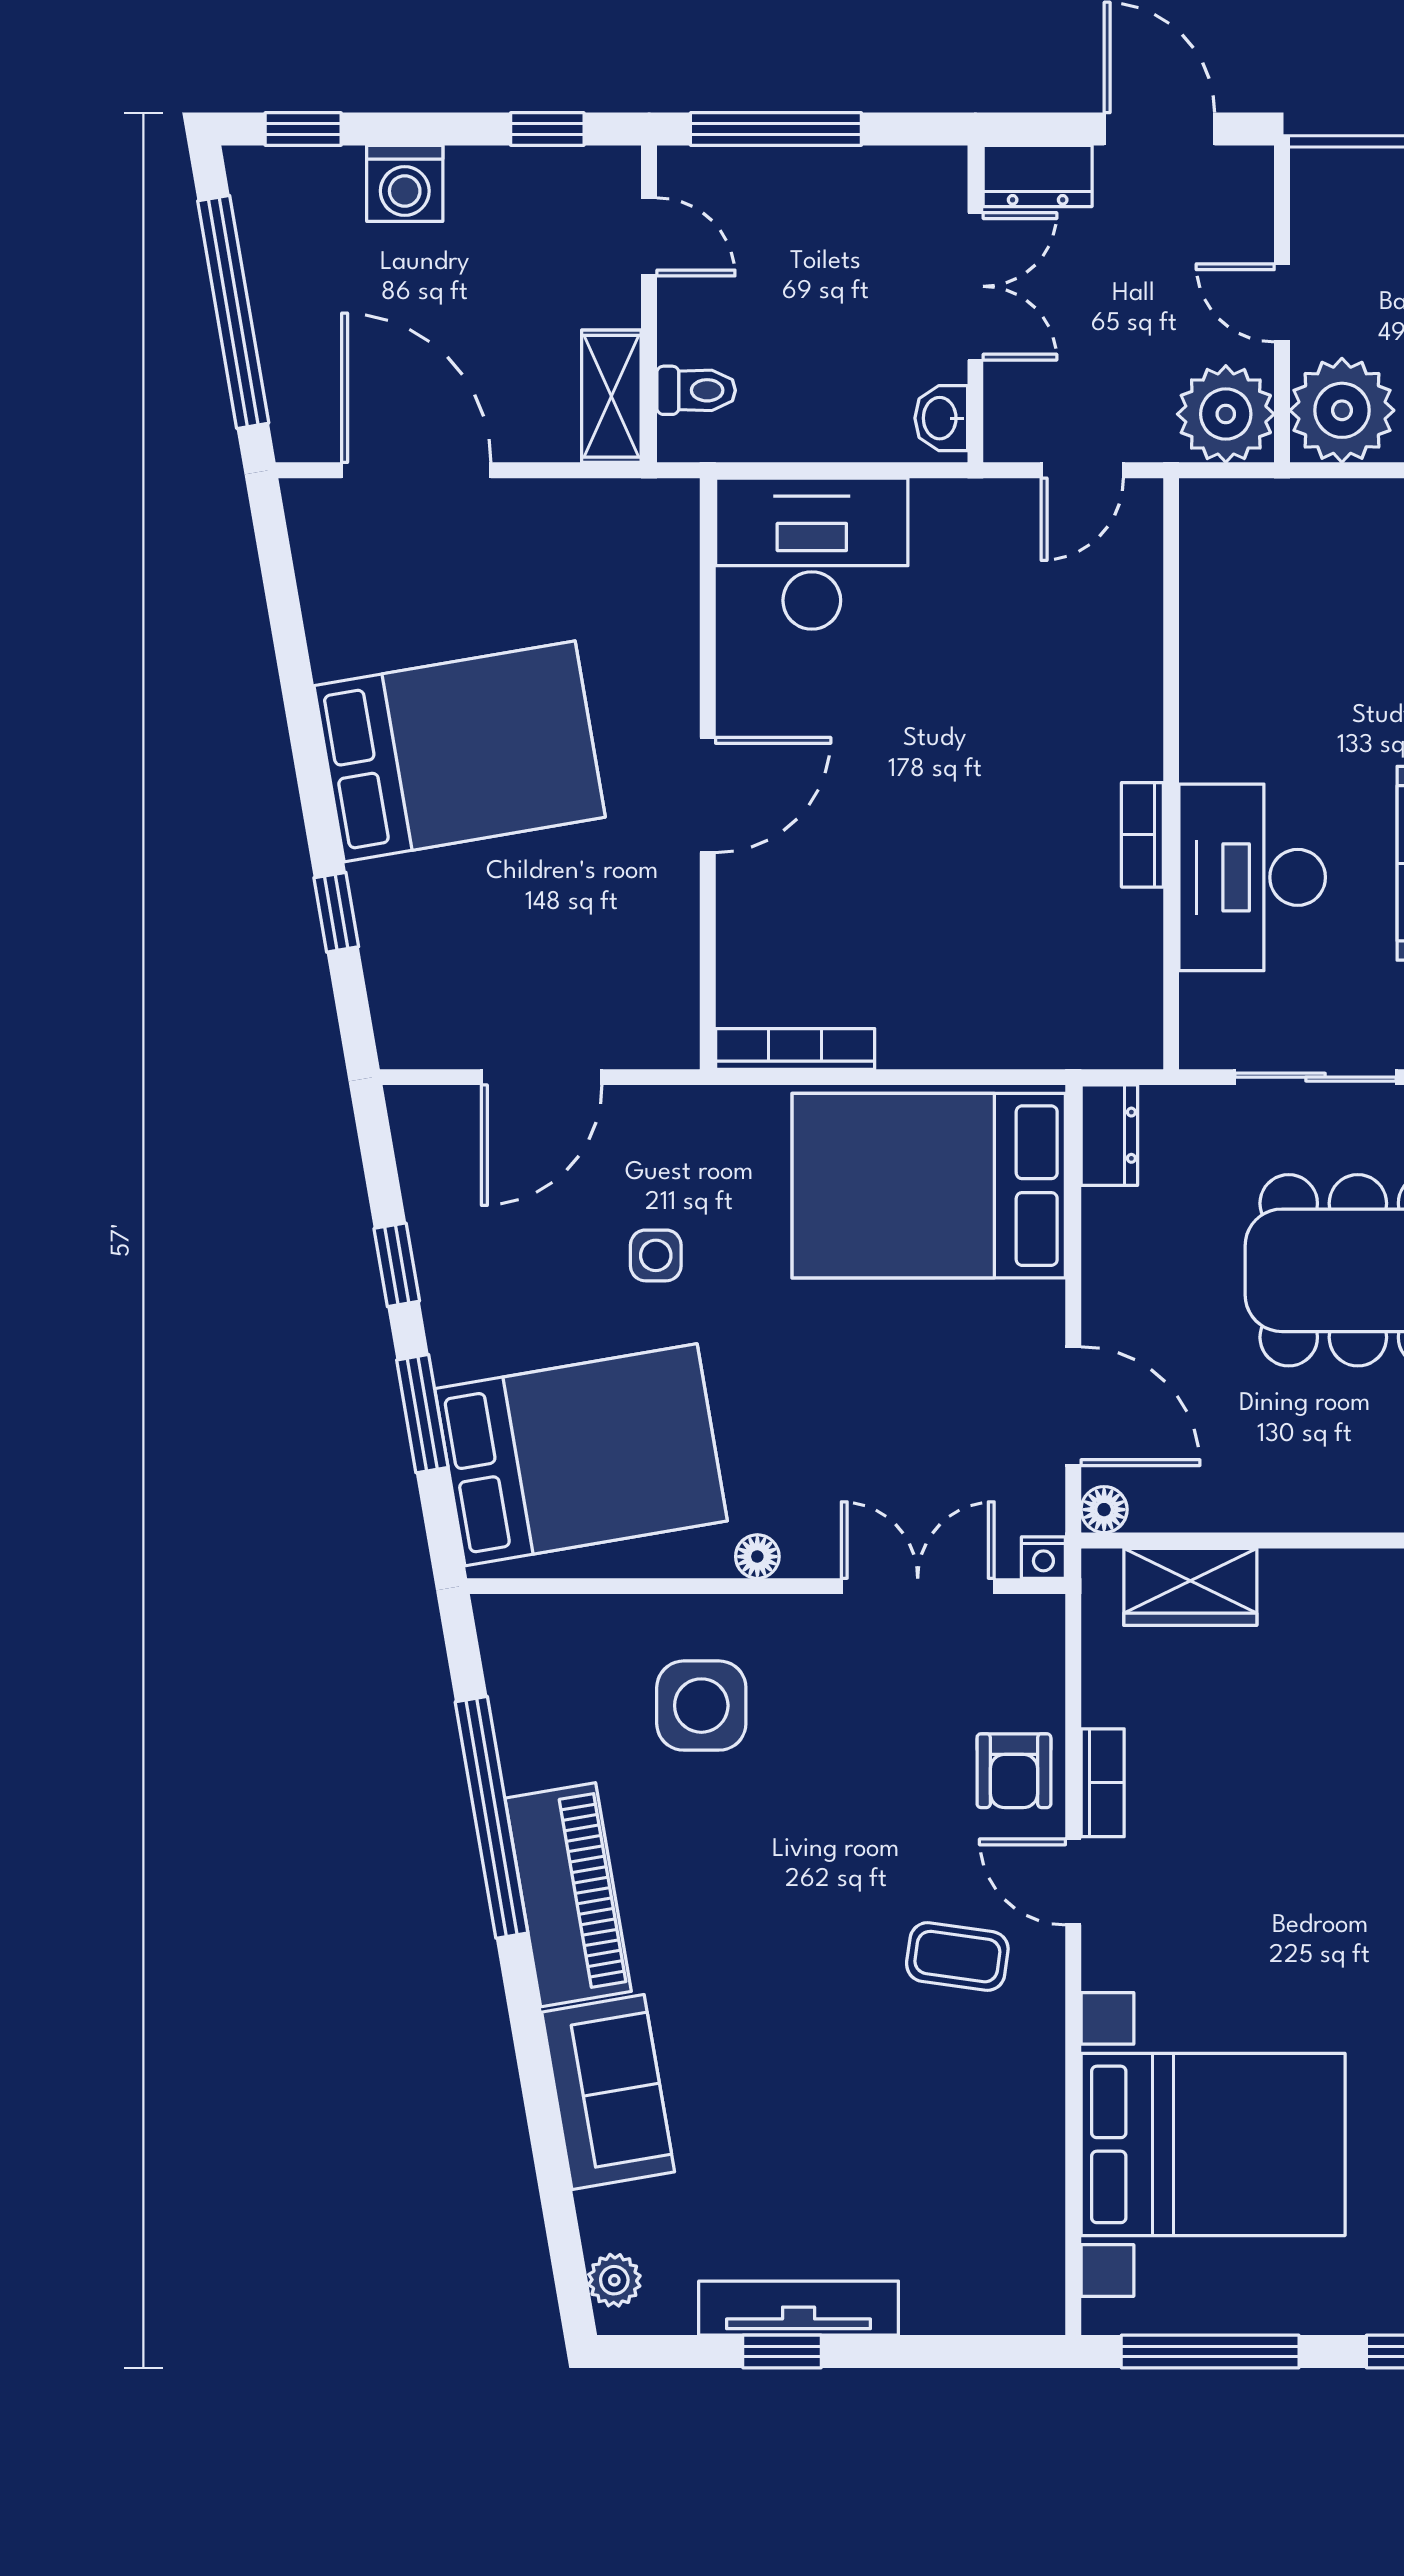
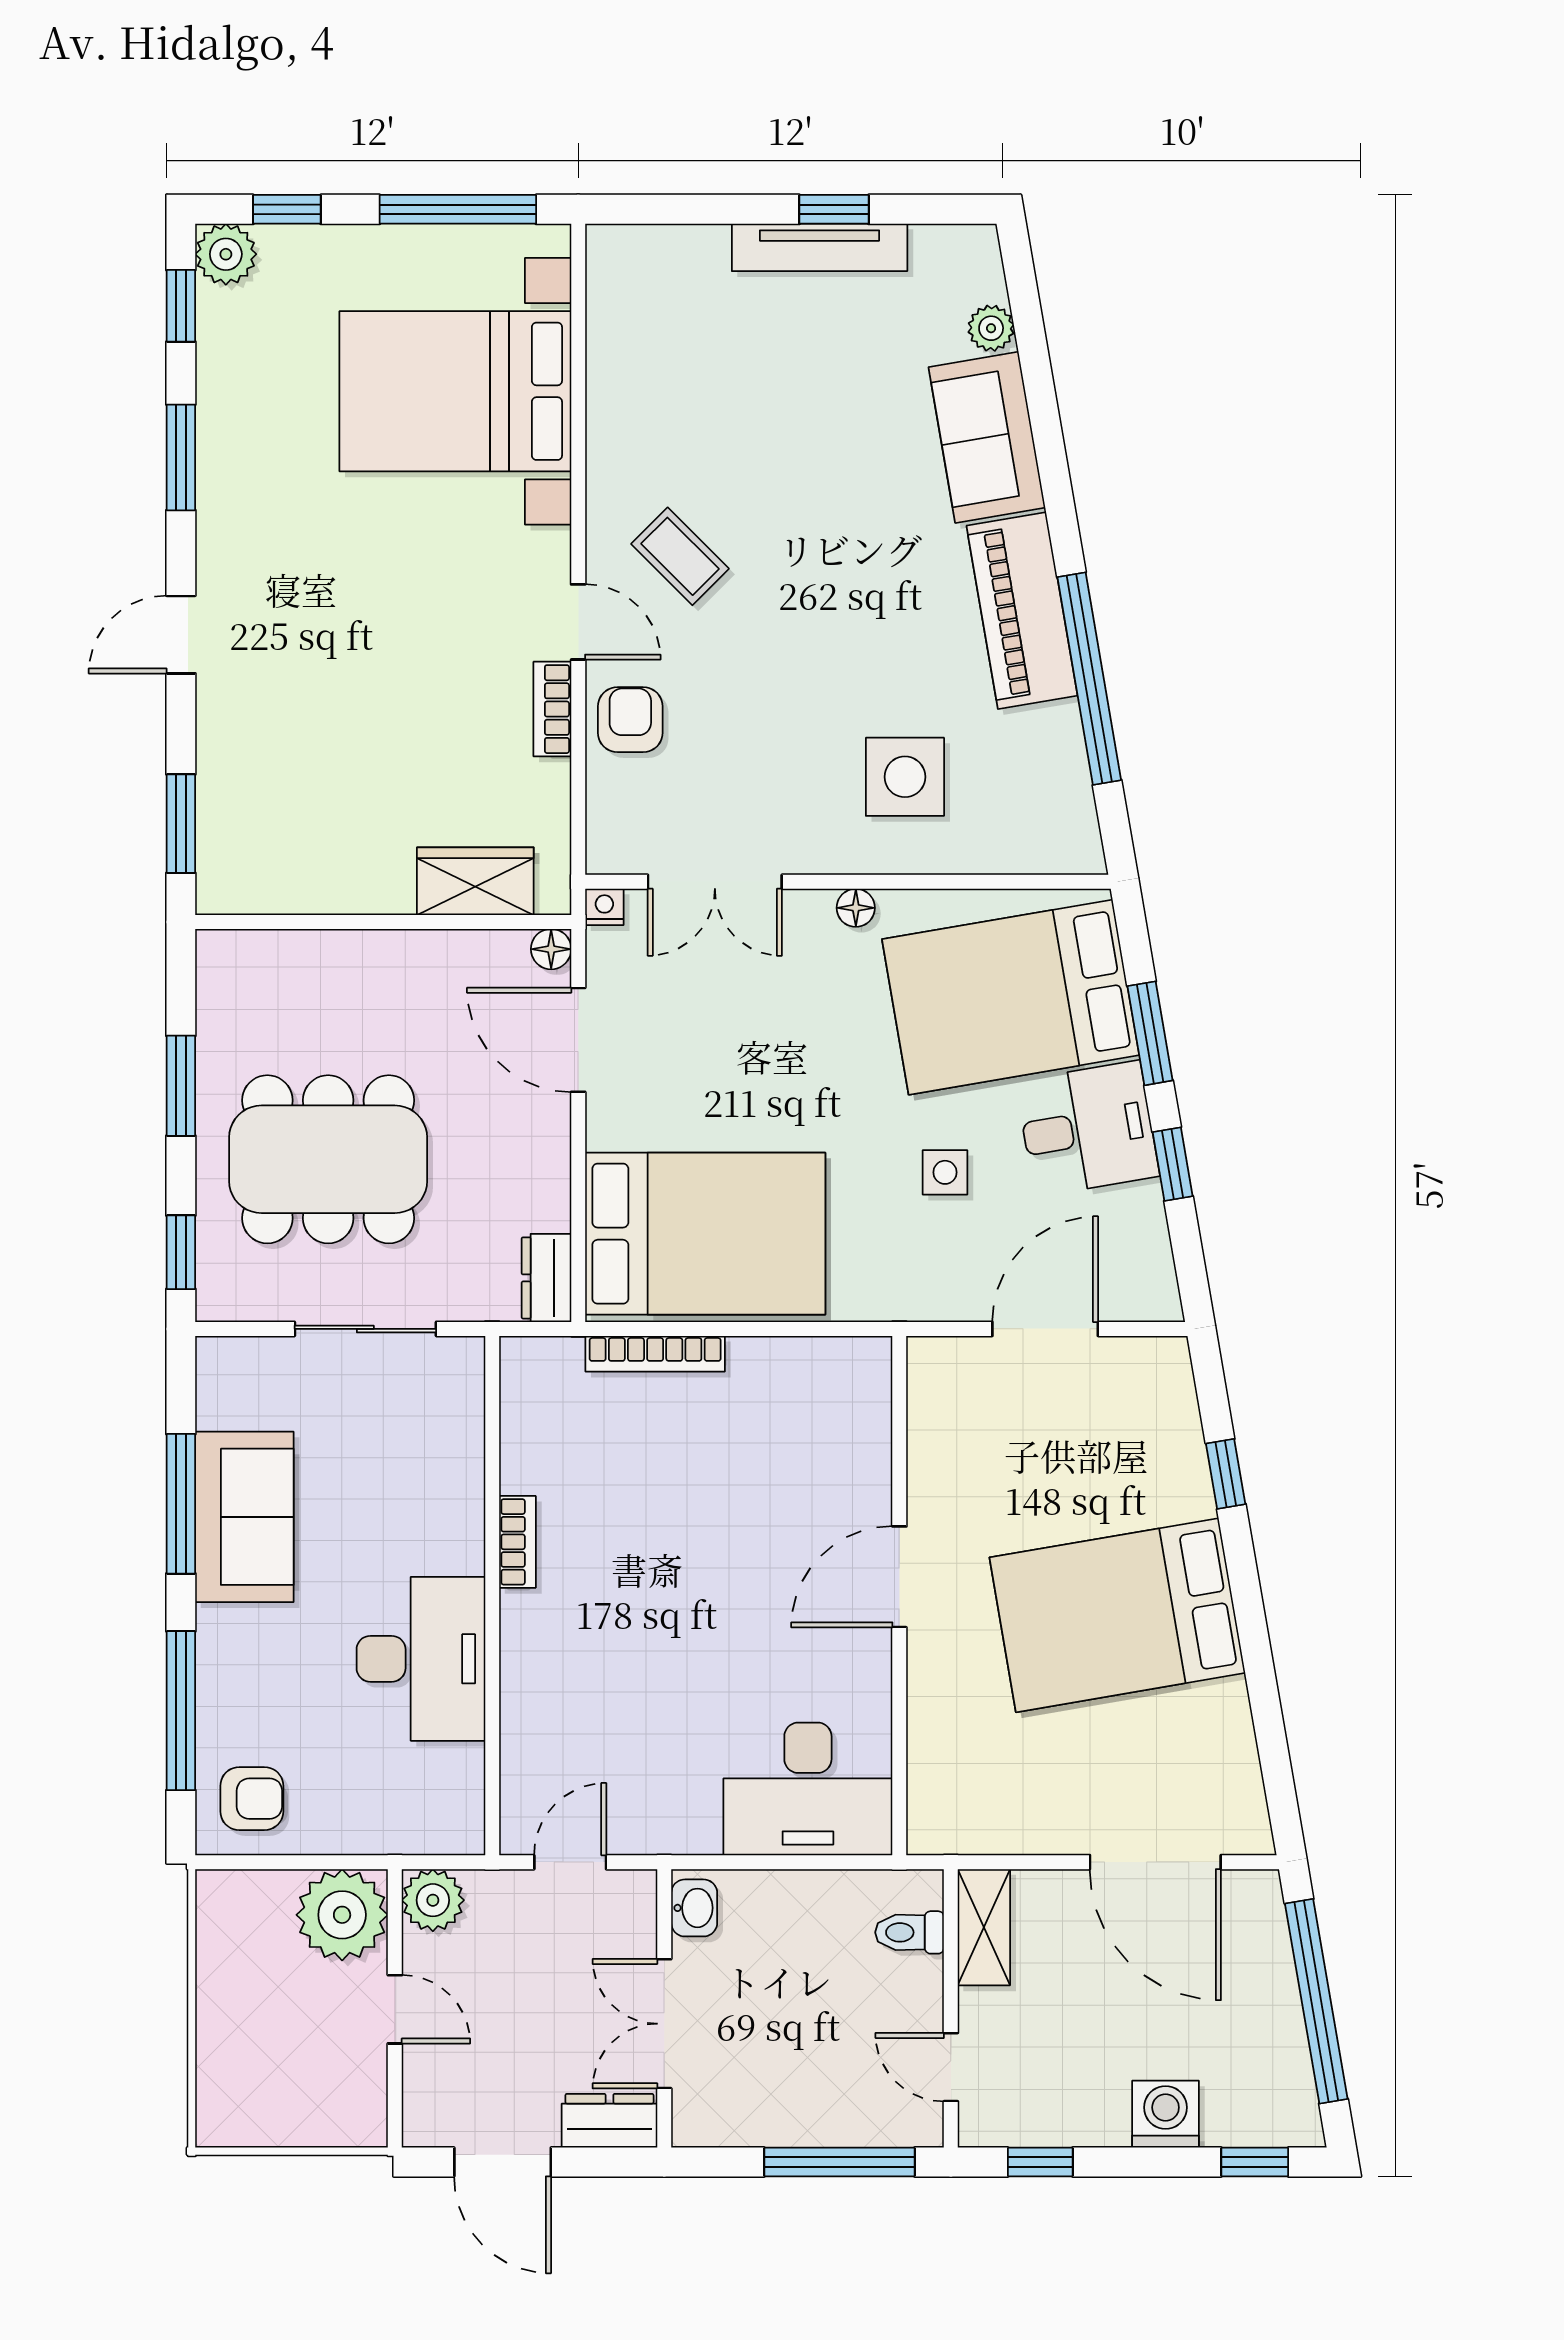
plant: (1226, 414) -> (433, 1900), width x0.73, depth x0.73
desk: (1252, 877) -> (421, 1659), moved
bookcase: (795, 1049) -> (655, 1354), moved
desk: (494, 1305) -> (1087, 1129), added
coffee table: (957, 1957) -> (680, 556), turned 37
plant: (614, 2280) -> (991, 328), moved

